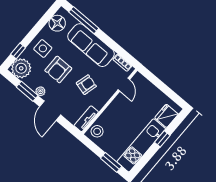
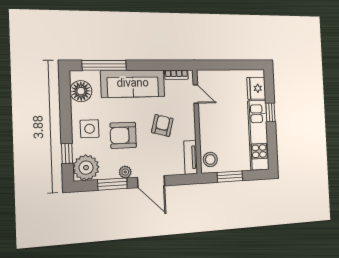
armchair: (58, 69) -> (123, 135), turned 90
window: (111, 162) -> (230, 177), moved

